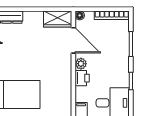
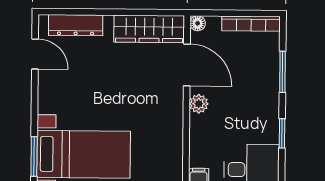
wardrobe: (58, 19) -> (149, 29), width x1.50
printer: (82, 78) -> (201, 128), removed

